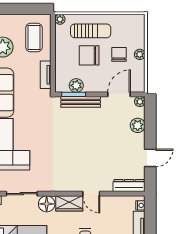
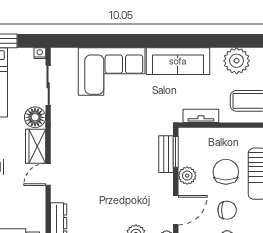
plant: (76, 85) -> (187, 176), moved
door: (119, 94) -> (176, 210), hinge flipped
bench: (81, 102) -> (166, 154), width x0.73

